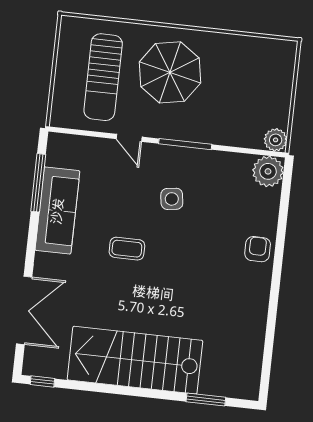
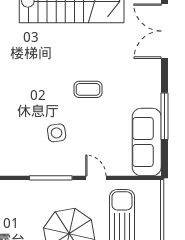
window: (38, 183) -> (164, 116), moved
sofa: (57, 211) -> (147, 142), moved

